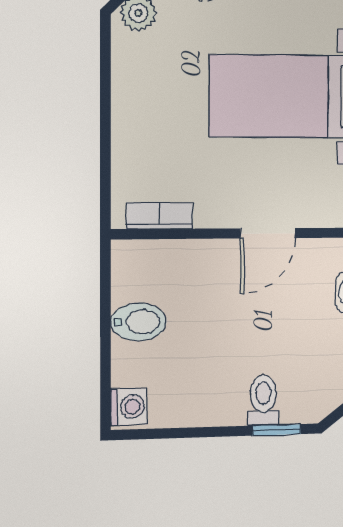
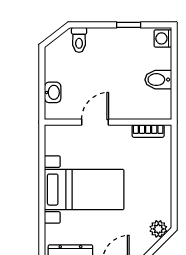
toilet: (263, 400) -> (79, 40), moved
window: (277, 430) -> (129, 25), moved

